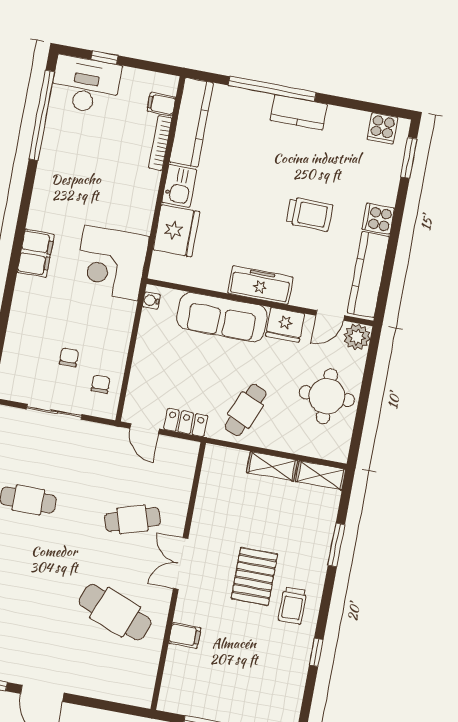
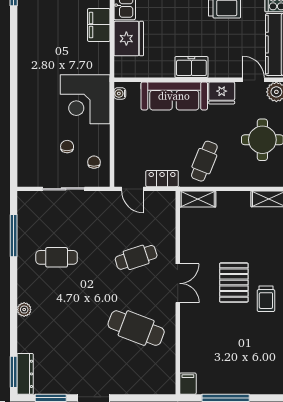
filing cabinet: (36, 253) -> (99, 25), moved, turned 180
corner desk: (111, 263) -> (85, 99), moved
freezer: (260, 285) -> (191, 67), width x0.71
door: (330, 315) -> (254, 80), swing flipped
shelving: (272, 466) -> (198, 199), moved
double door: (181, 564) -> (178, 283), swing flipped
filing cabinet: (185, 635) -> (188, 384), moved, turned -90

